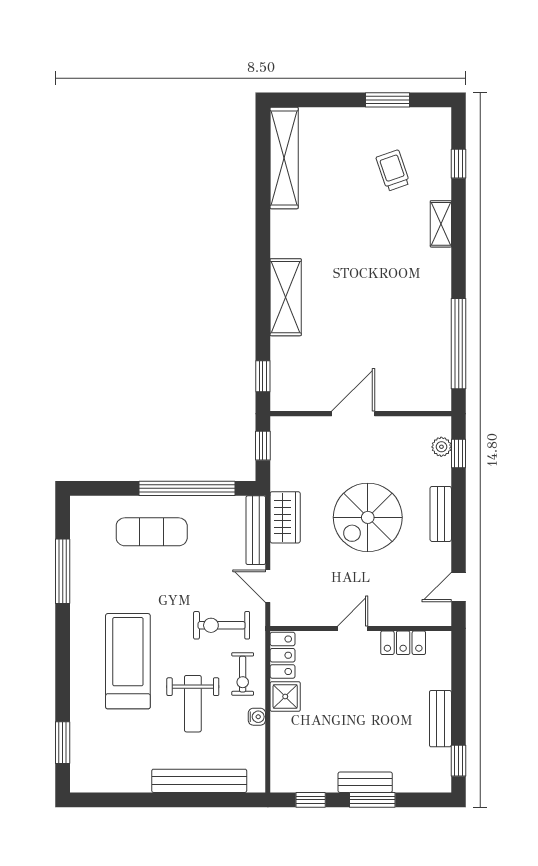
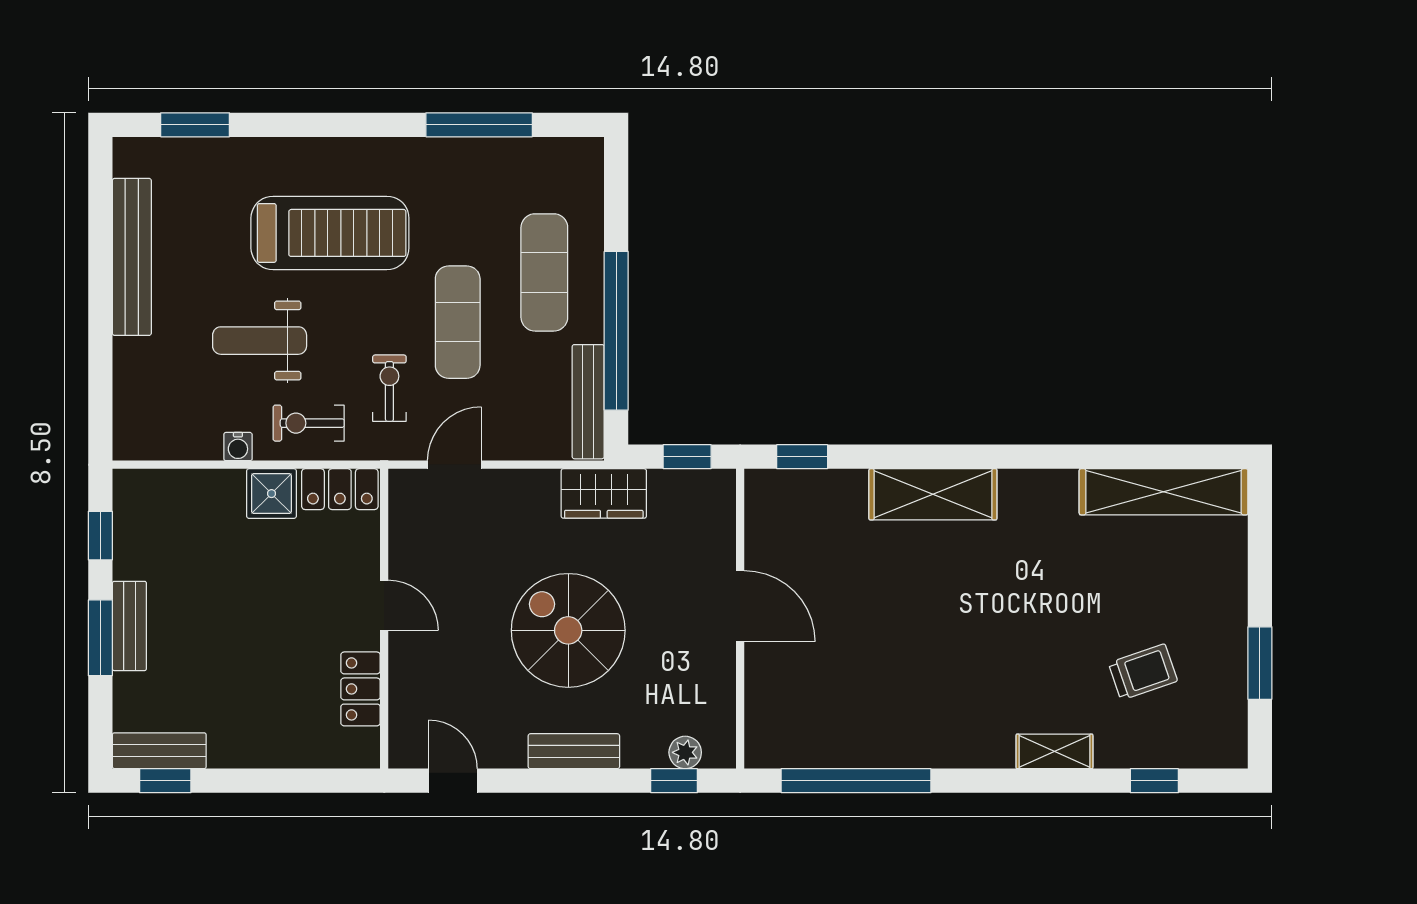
wardrobe: (285, 517) -> (604, 493), moved
bench: (256, 530) -> (588, 402), moved, turned 90
exercise mat: (182, 584) -> (458, 322), added
exercise bike: (222, 625) -> (389, 388), width x0.73, depth x0.72
bench: (440, 719) -> (159, 751), moved
bench: (199, 781) -> (132, 257), moved

